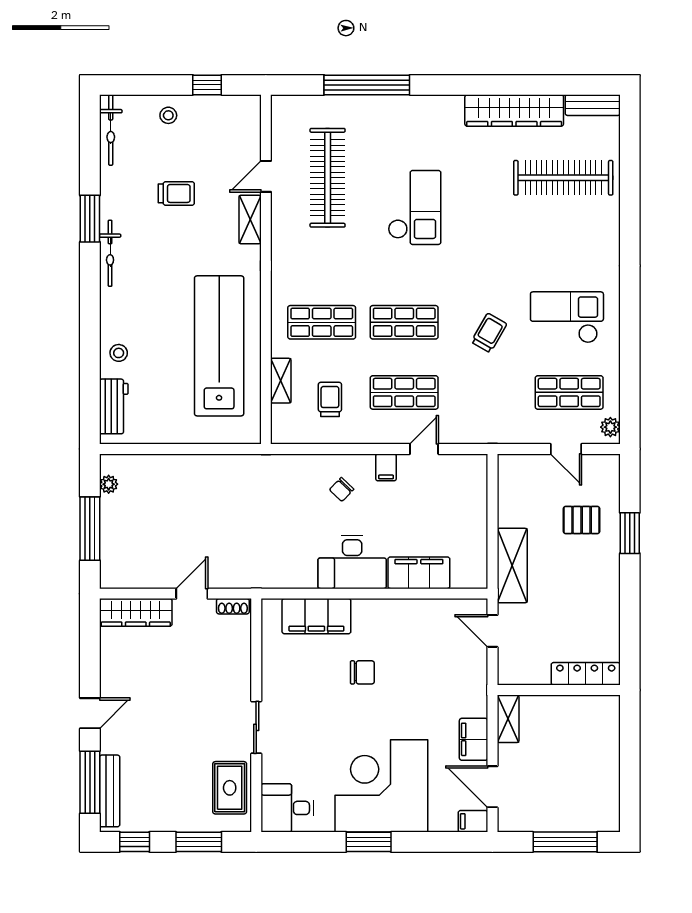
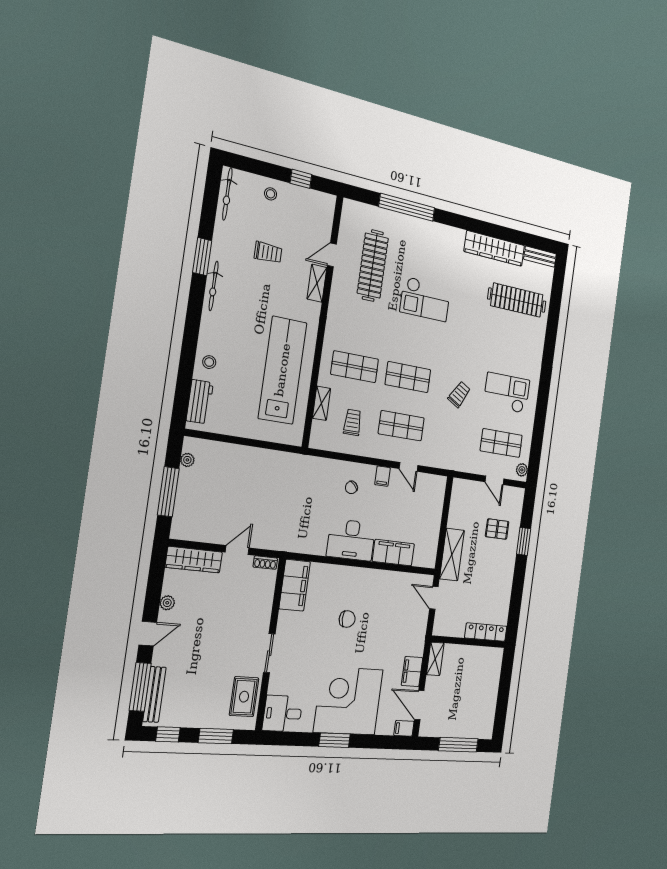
checkout: (415, 207) -> (425, 299), turned 90
door: (424, 449) -> (408, 467), swing flipped
filing cabinet: (316, 616) -> (295, 585), moved, turned -90
plant: (109, 672) -> (167, 603), added

